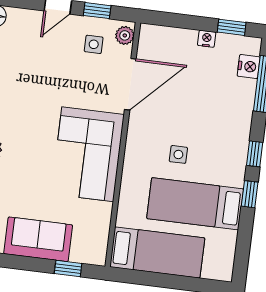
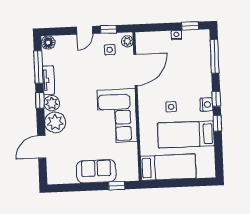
nightstand: (249, 66) -> (206, 105), moved

